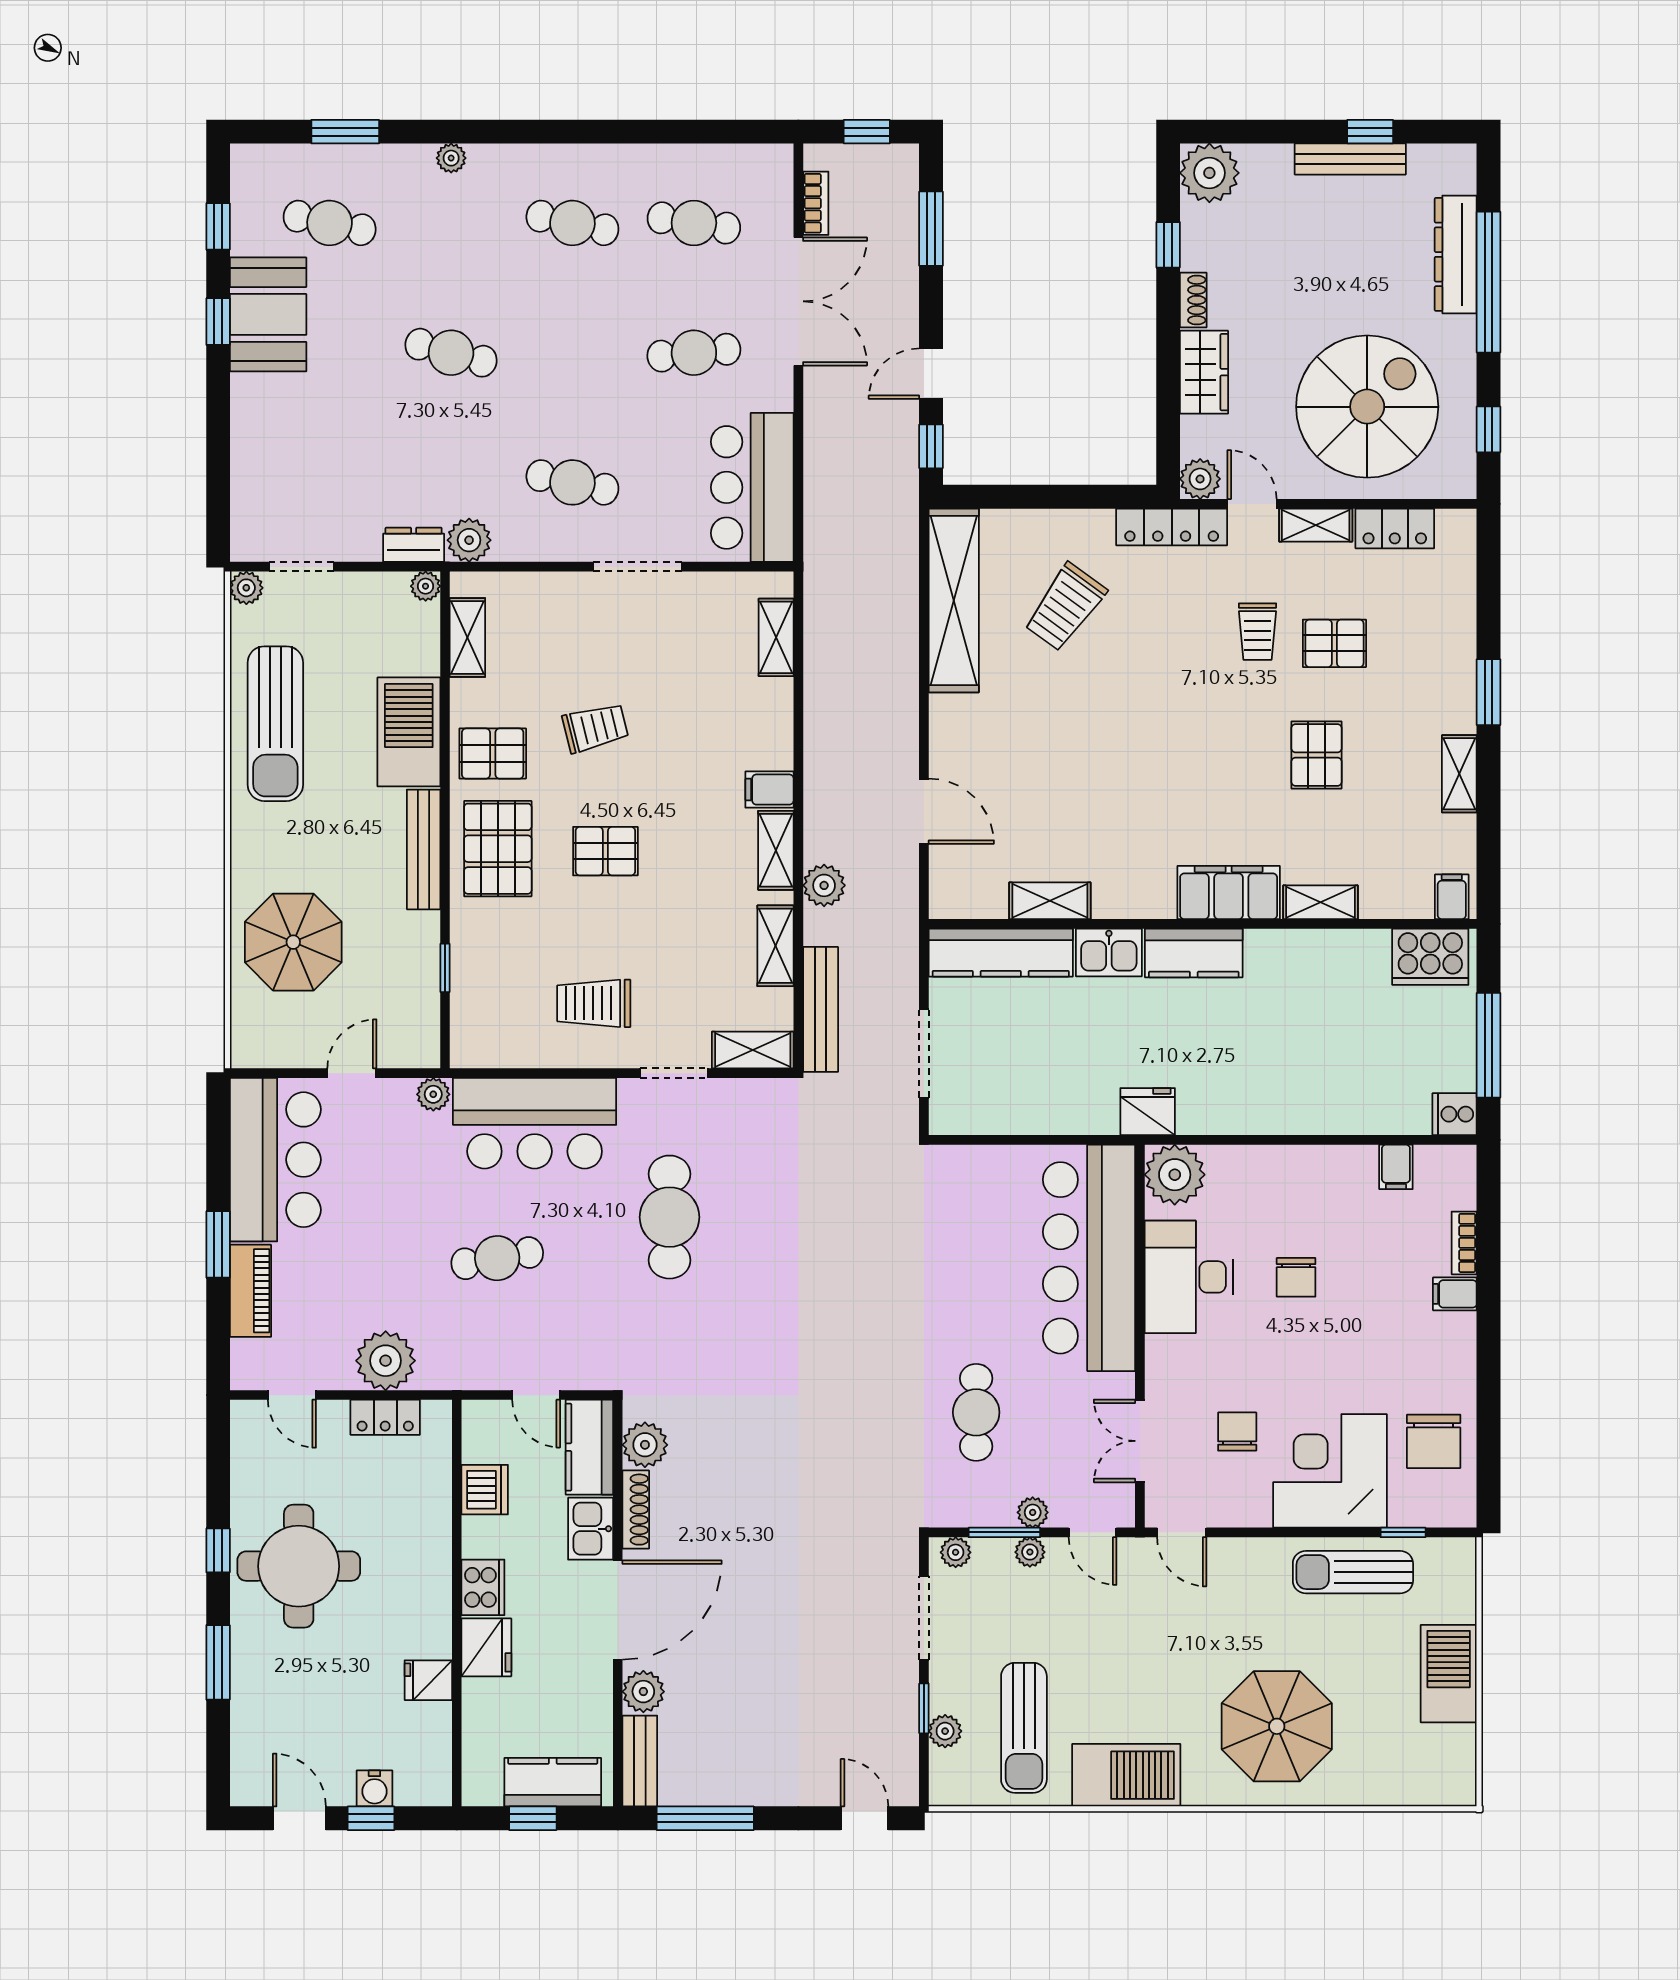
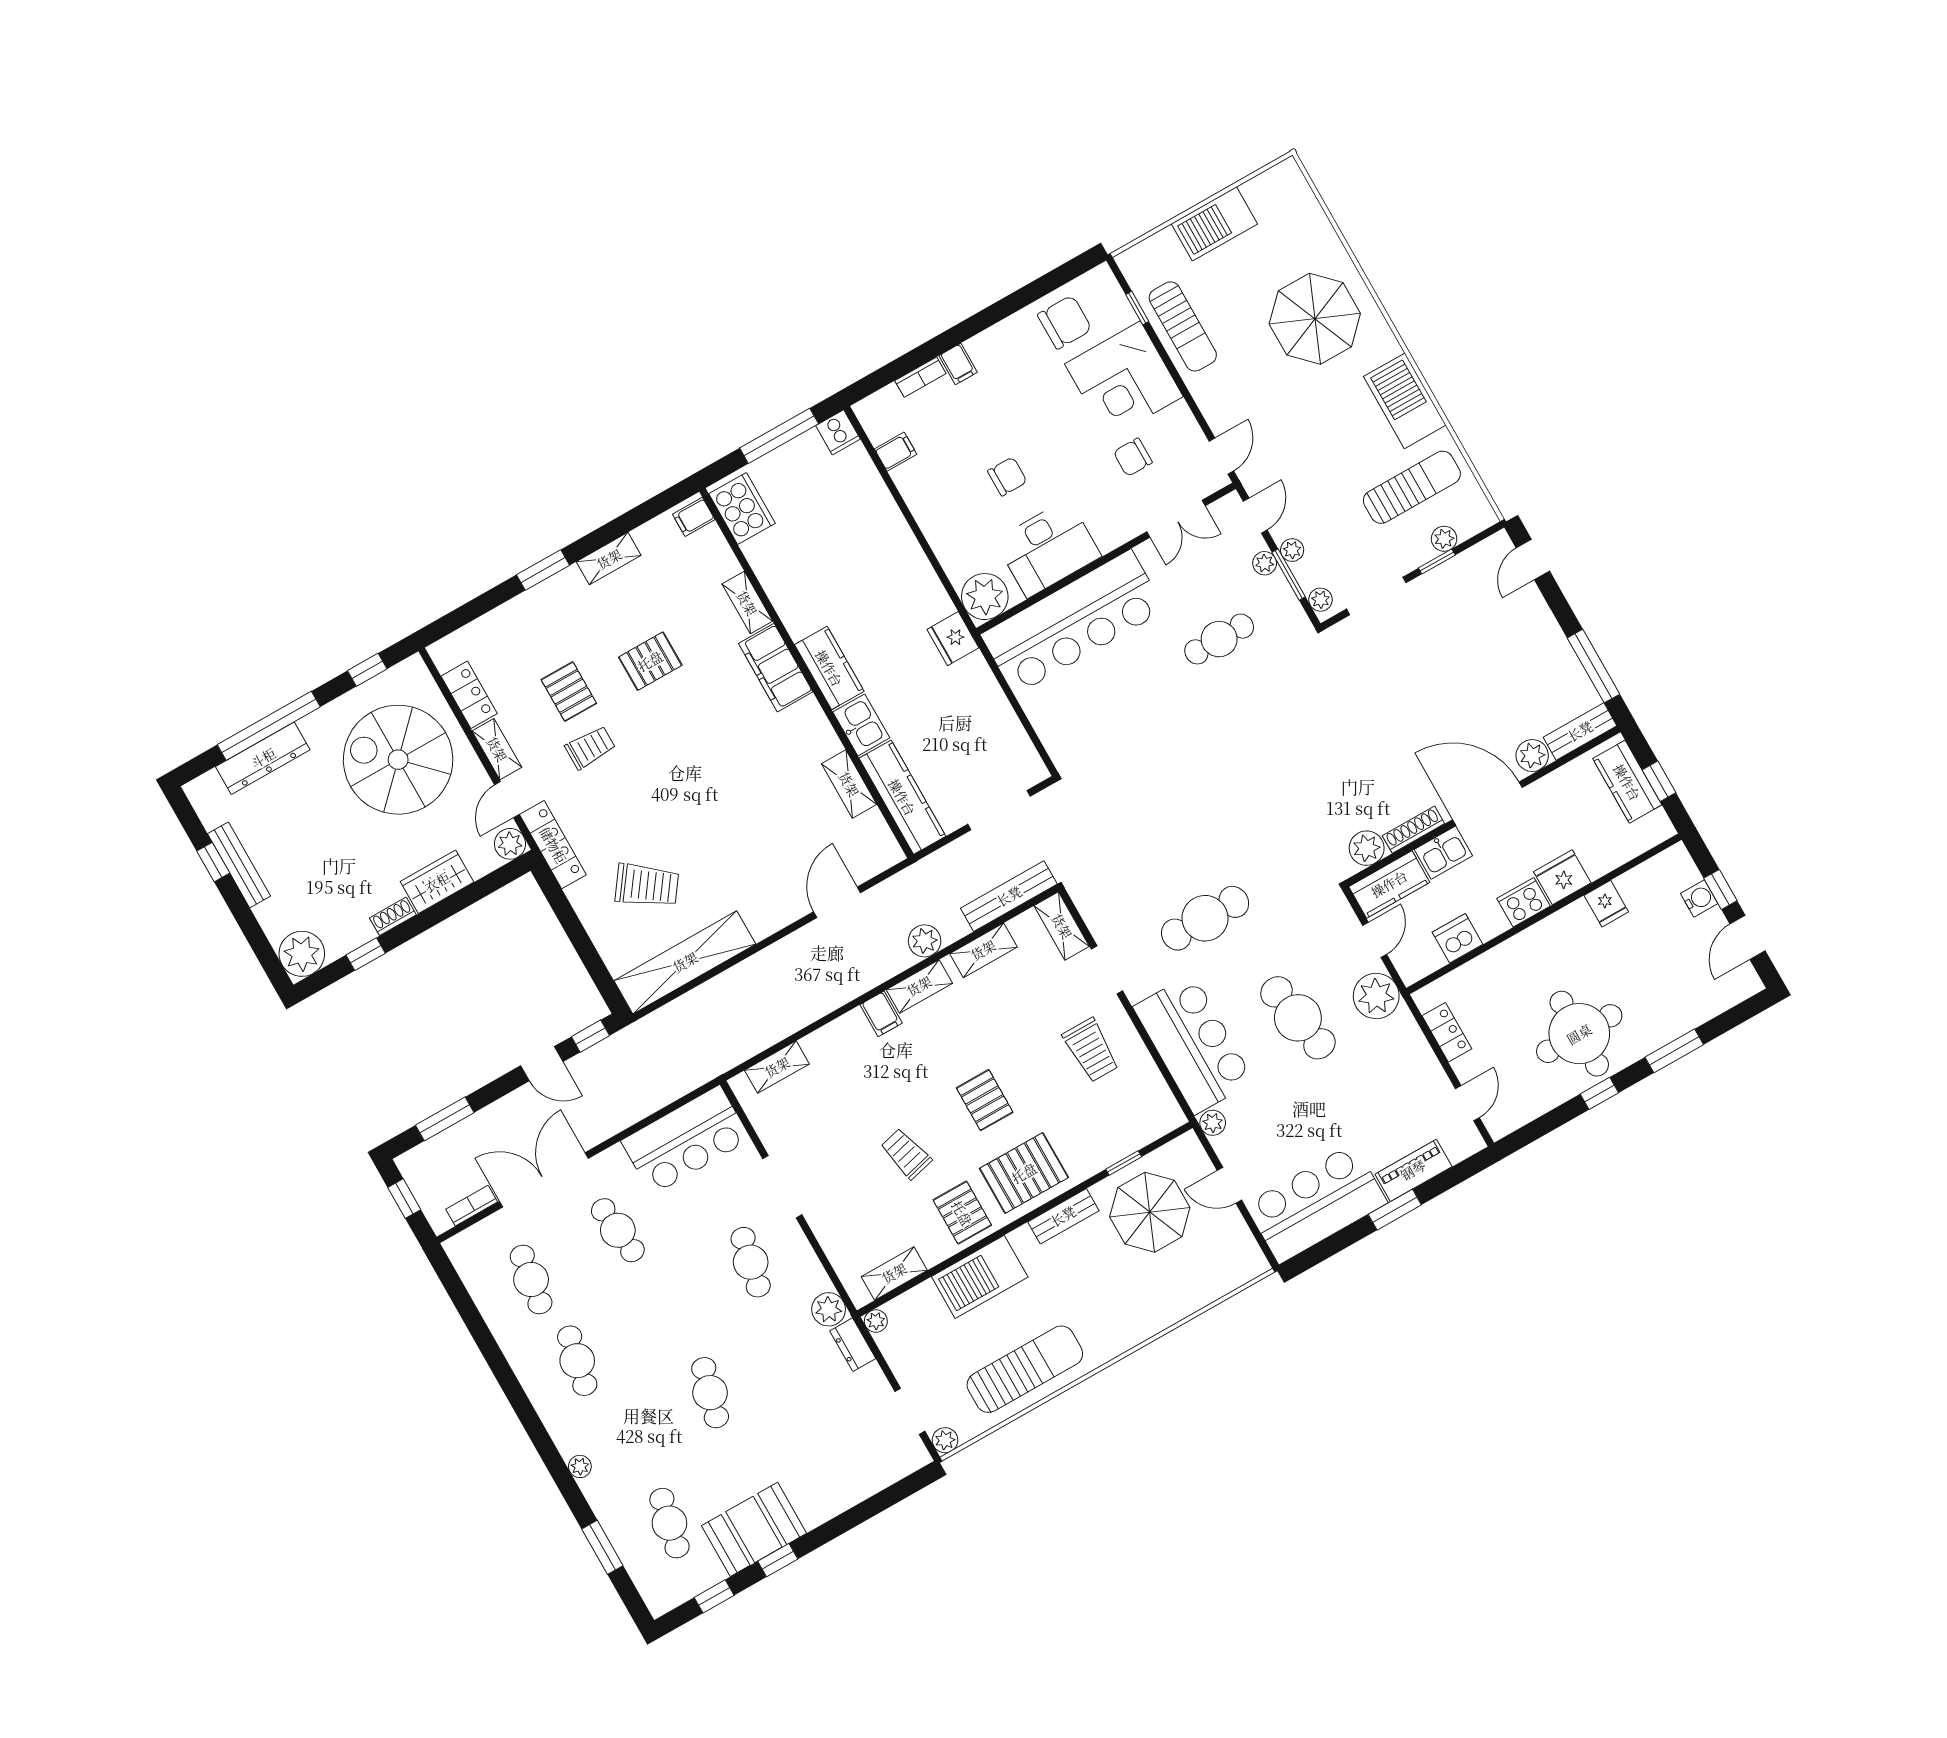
bench: (424, 849) -> (1063, 1216), width x0.73
parasol: (293, 942) -> (1150, 1212), moved
cafe table: (497, 1258) -> (1298, 1018), width x1.37, depth x1.35
plant: (386, 1361) -> (1376, 996), moved

